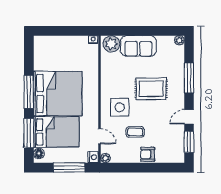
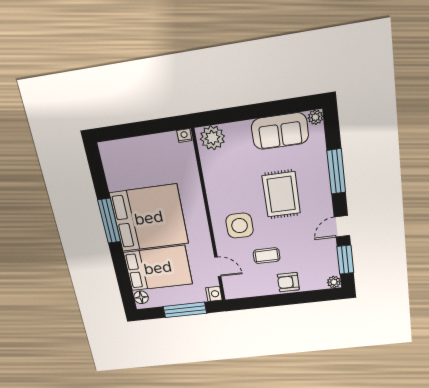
sofa: (138, 46) -> (280, 131), moved
rug: (151, 89) -> (281, 194), turned 90
window: (29, 133) -> (122, 274), removed
plant: (105, 158) -> (334, 282), moved

